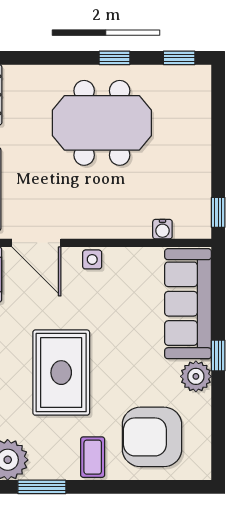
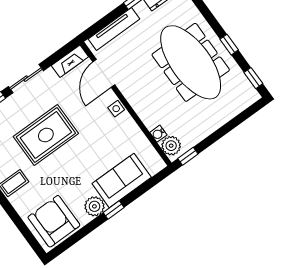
meeting table: (102, 123) -> (191, 62), width x1.36
plant: (189, 224) -> (171, 146), added
sofa: (188, 304) -> (122, 180), width x0.73
armchair: (152, 437) -> (54, 221), moved

